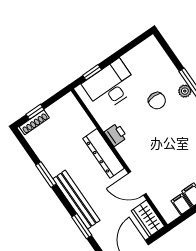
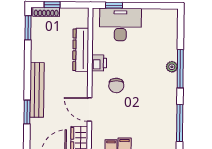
chair: (157, 101) -> (116, 85), moved
dresser: (104, 153) -> (81, 50), moved
window: (46, 175) -> (28, 28), moved

